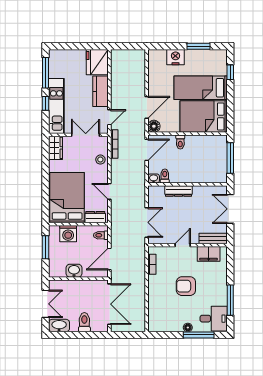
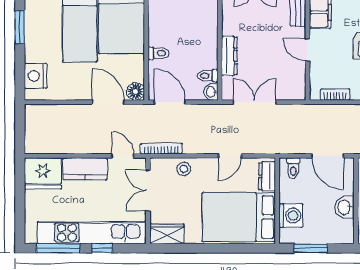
nightstand: (176, 57) -> (36, 76), moved
kitchen unit: (56, 106) -> (92, 233), width x1.36
double door: (147, 222) -> (255, 102), moved

